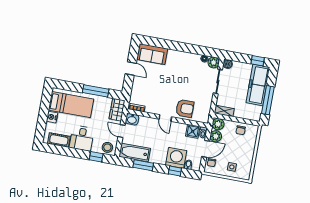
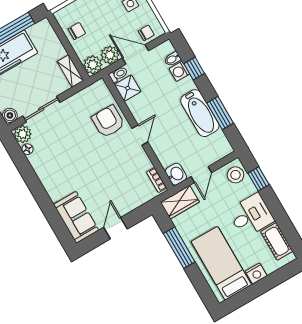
bathtub: (135, 153) -> (200, 113), moved
washing machine: (176, 158) -> (179, 71), width x0.53, depth x0.53

